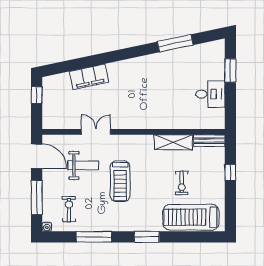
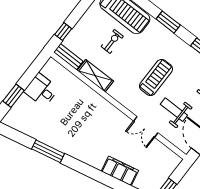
window: (175, 43) -> (48, 151), moved
window: (230, 173) -> (63, 32), moved

